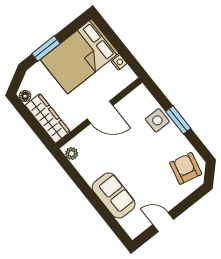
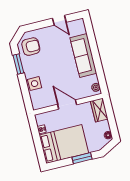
wardrobe: (48, 118) -> (99, 110), width x0.67
window: (178, 120) -> (18, 64), moved
armchair: (186, 168) -> (31, 47), turned -103
sofa: (114, 196) -> (83, 55), width x1.36

